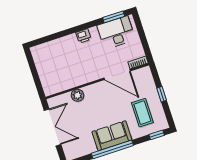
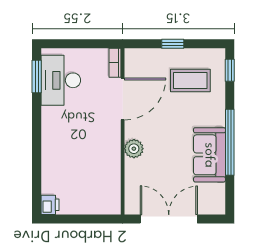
printer: (84, 36) -> (50, 205), moved
plant: (77, 95) -> (134, 149), moved
sofa: (112, 136) -> (209, 155), moved

